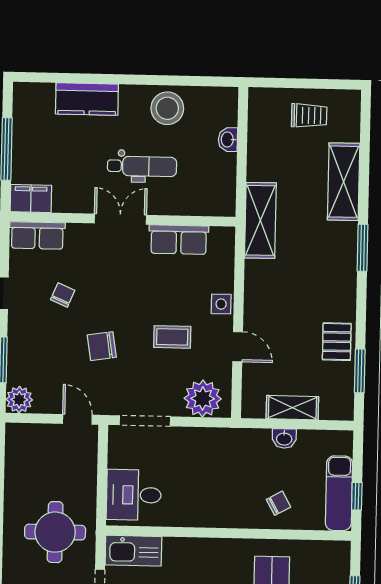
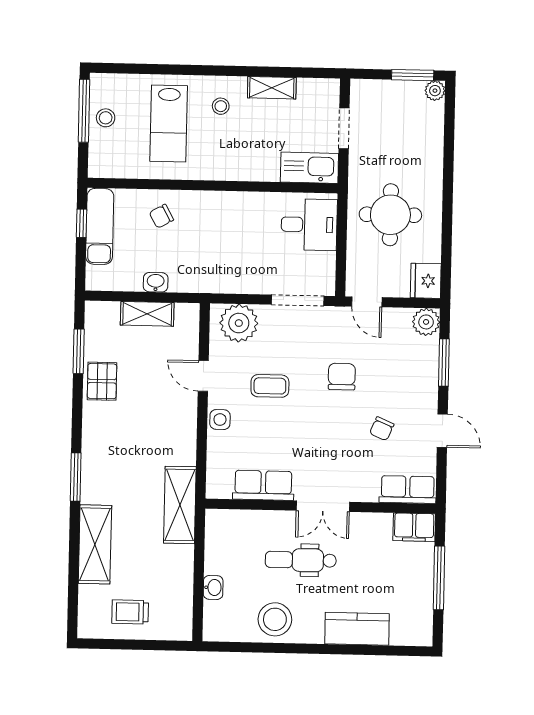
chair: (102, 346) -> (342, 377), turned -81
fridge: (20, 440) -> (426, 281), added
round table: (55, 532) -> (390, 215), moved

